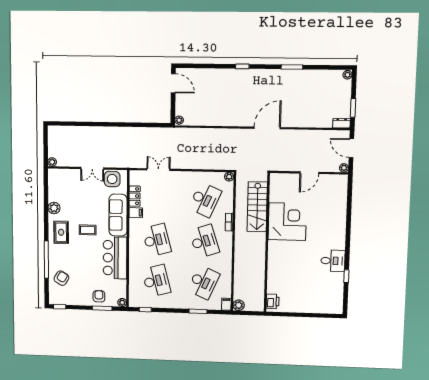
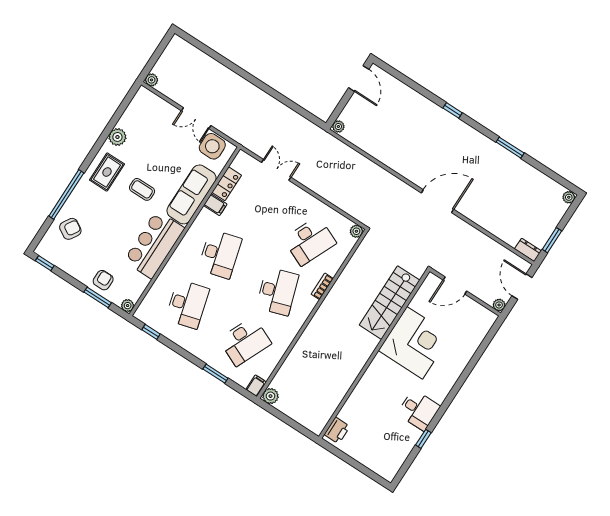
stairs: (257, 207) -> (390, 303), moved
corner desk: (287, 222) -> (415, 343), moved
wall: (267, 243) -> (374, 354), moved
printer: (273, 301) -> (337, 430), moved

